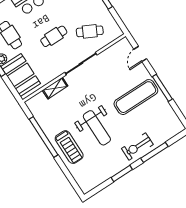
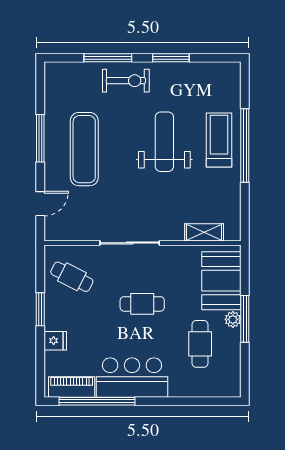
cafe table: (90, 31) -> (72, 277), moved
shelving: (55, 88) -> (204, 232), moved
exercise mat: (136, 97) -> (84, 149), turned 90
window: (44, 137) -> (245, 145), moved

